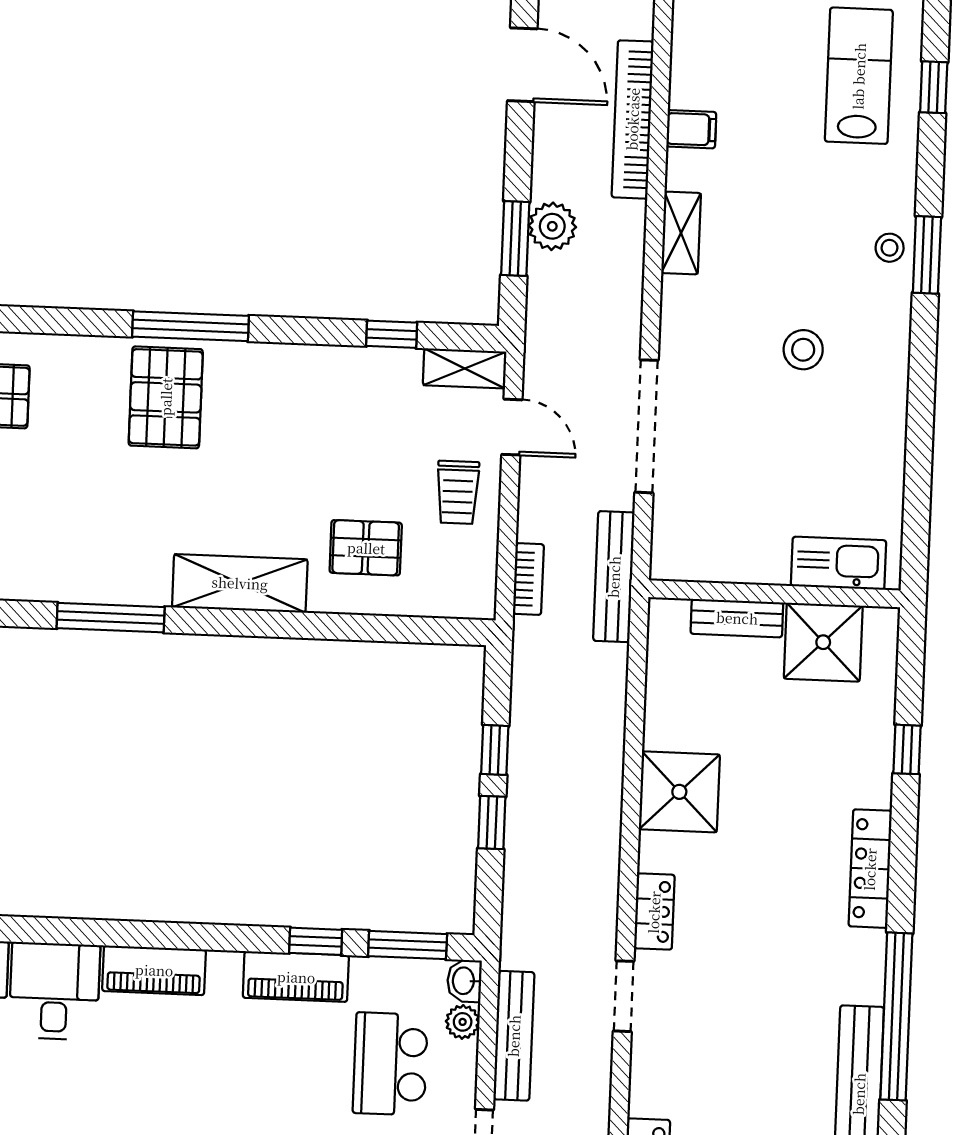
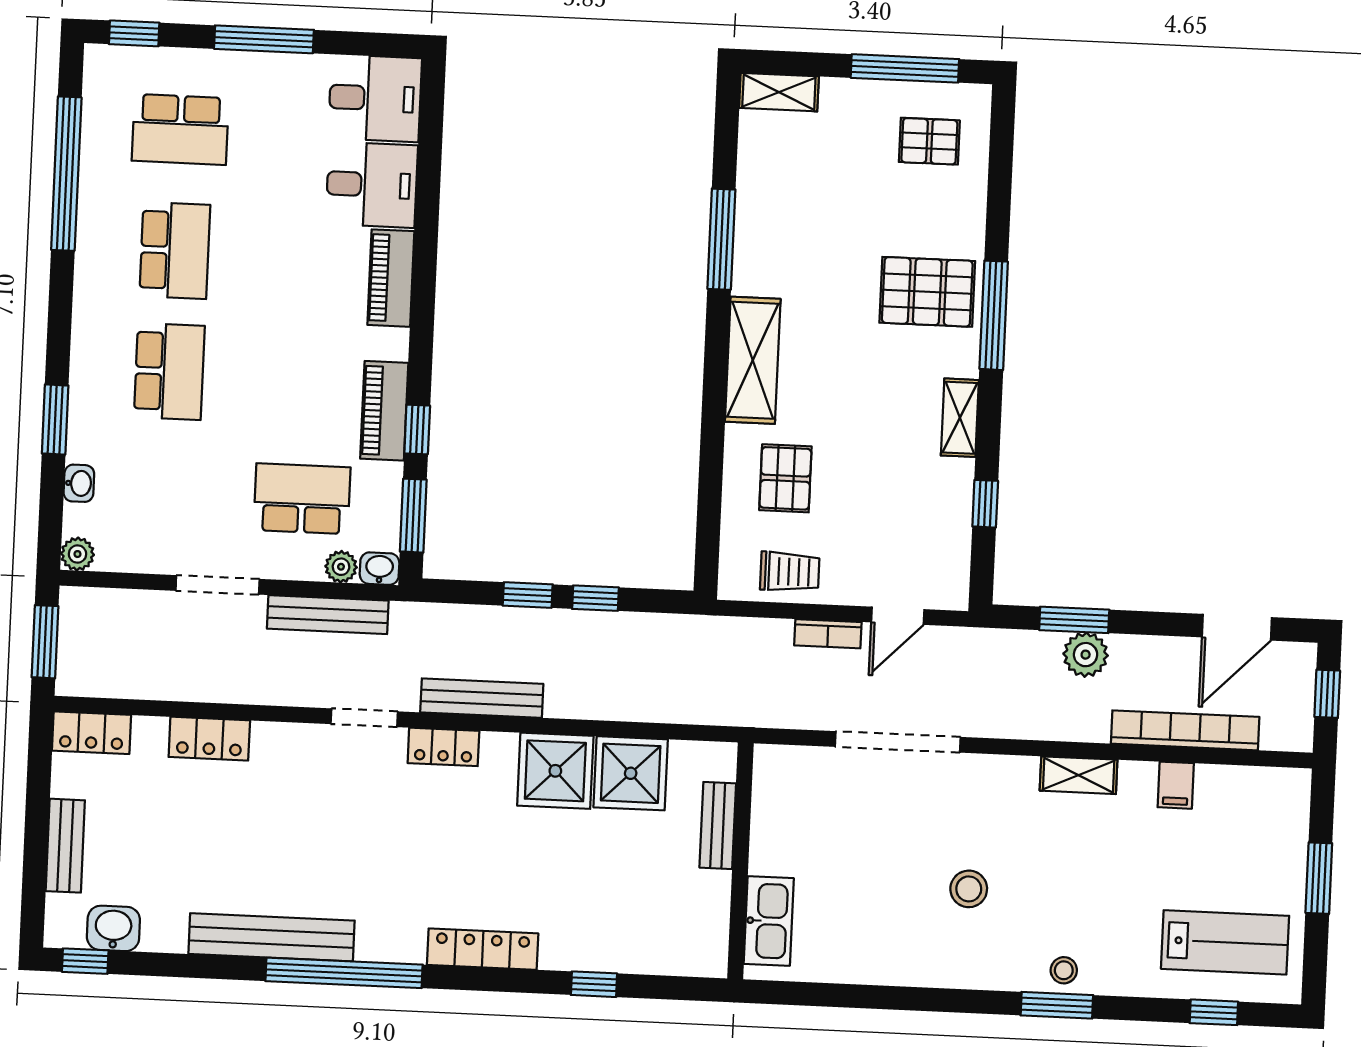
shelving: (465, 368) -> (960, 418), moved
trolley: (458, 492) -> (790, 572), moved, turned 180
bench: (614, 577) -> (482, 698), moved
bookcase: (528, 579) -> (828, 634), moved
shower: (823, 642) -> (631, 773), moved

